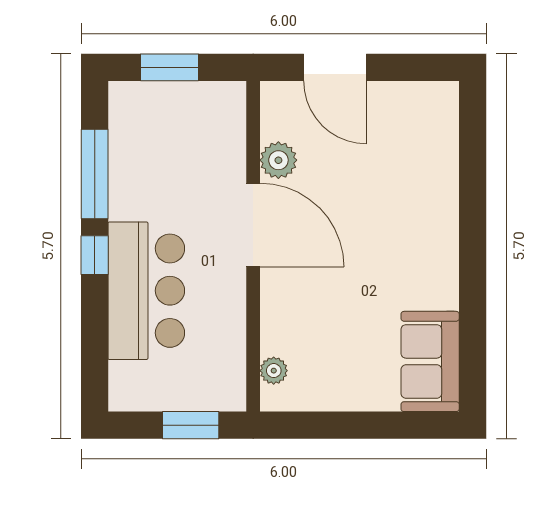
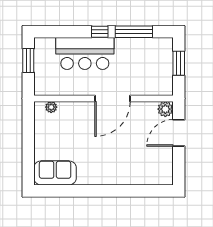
plant: (278, 160) -> (165, 109), moved
window: (191, 425) -> (28, 60), moved

